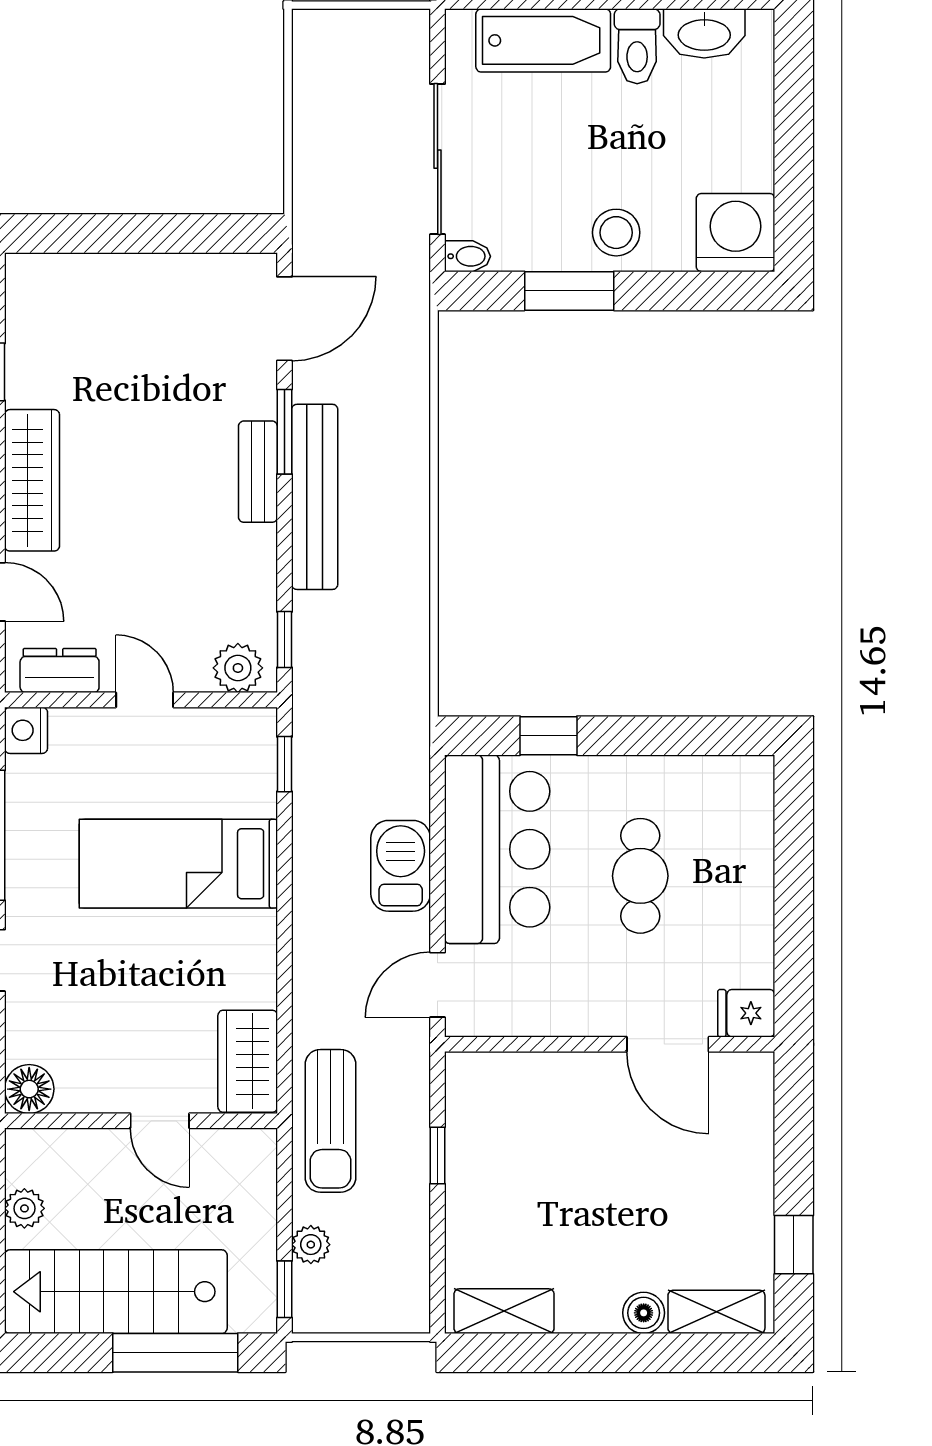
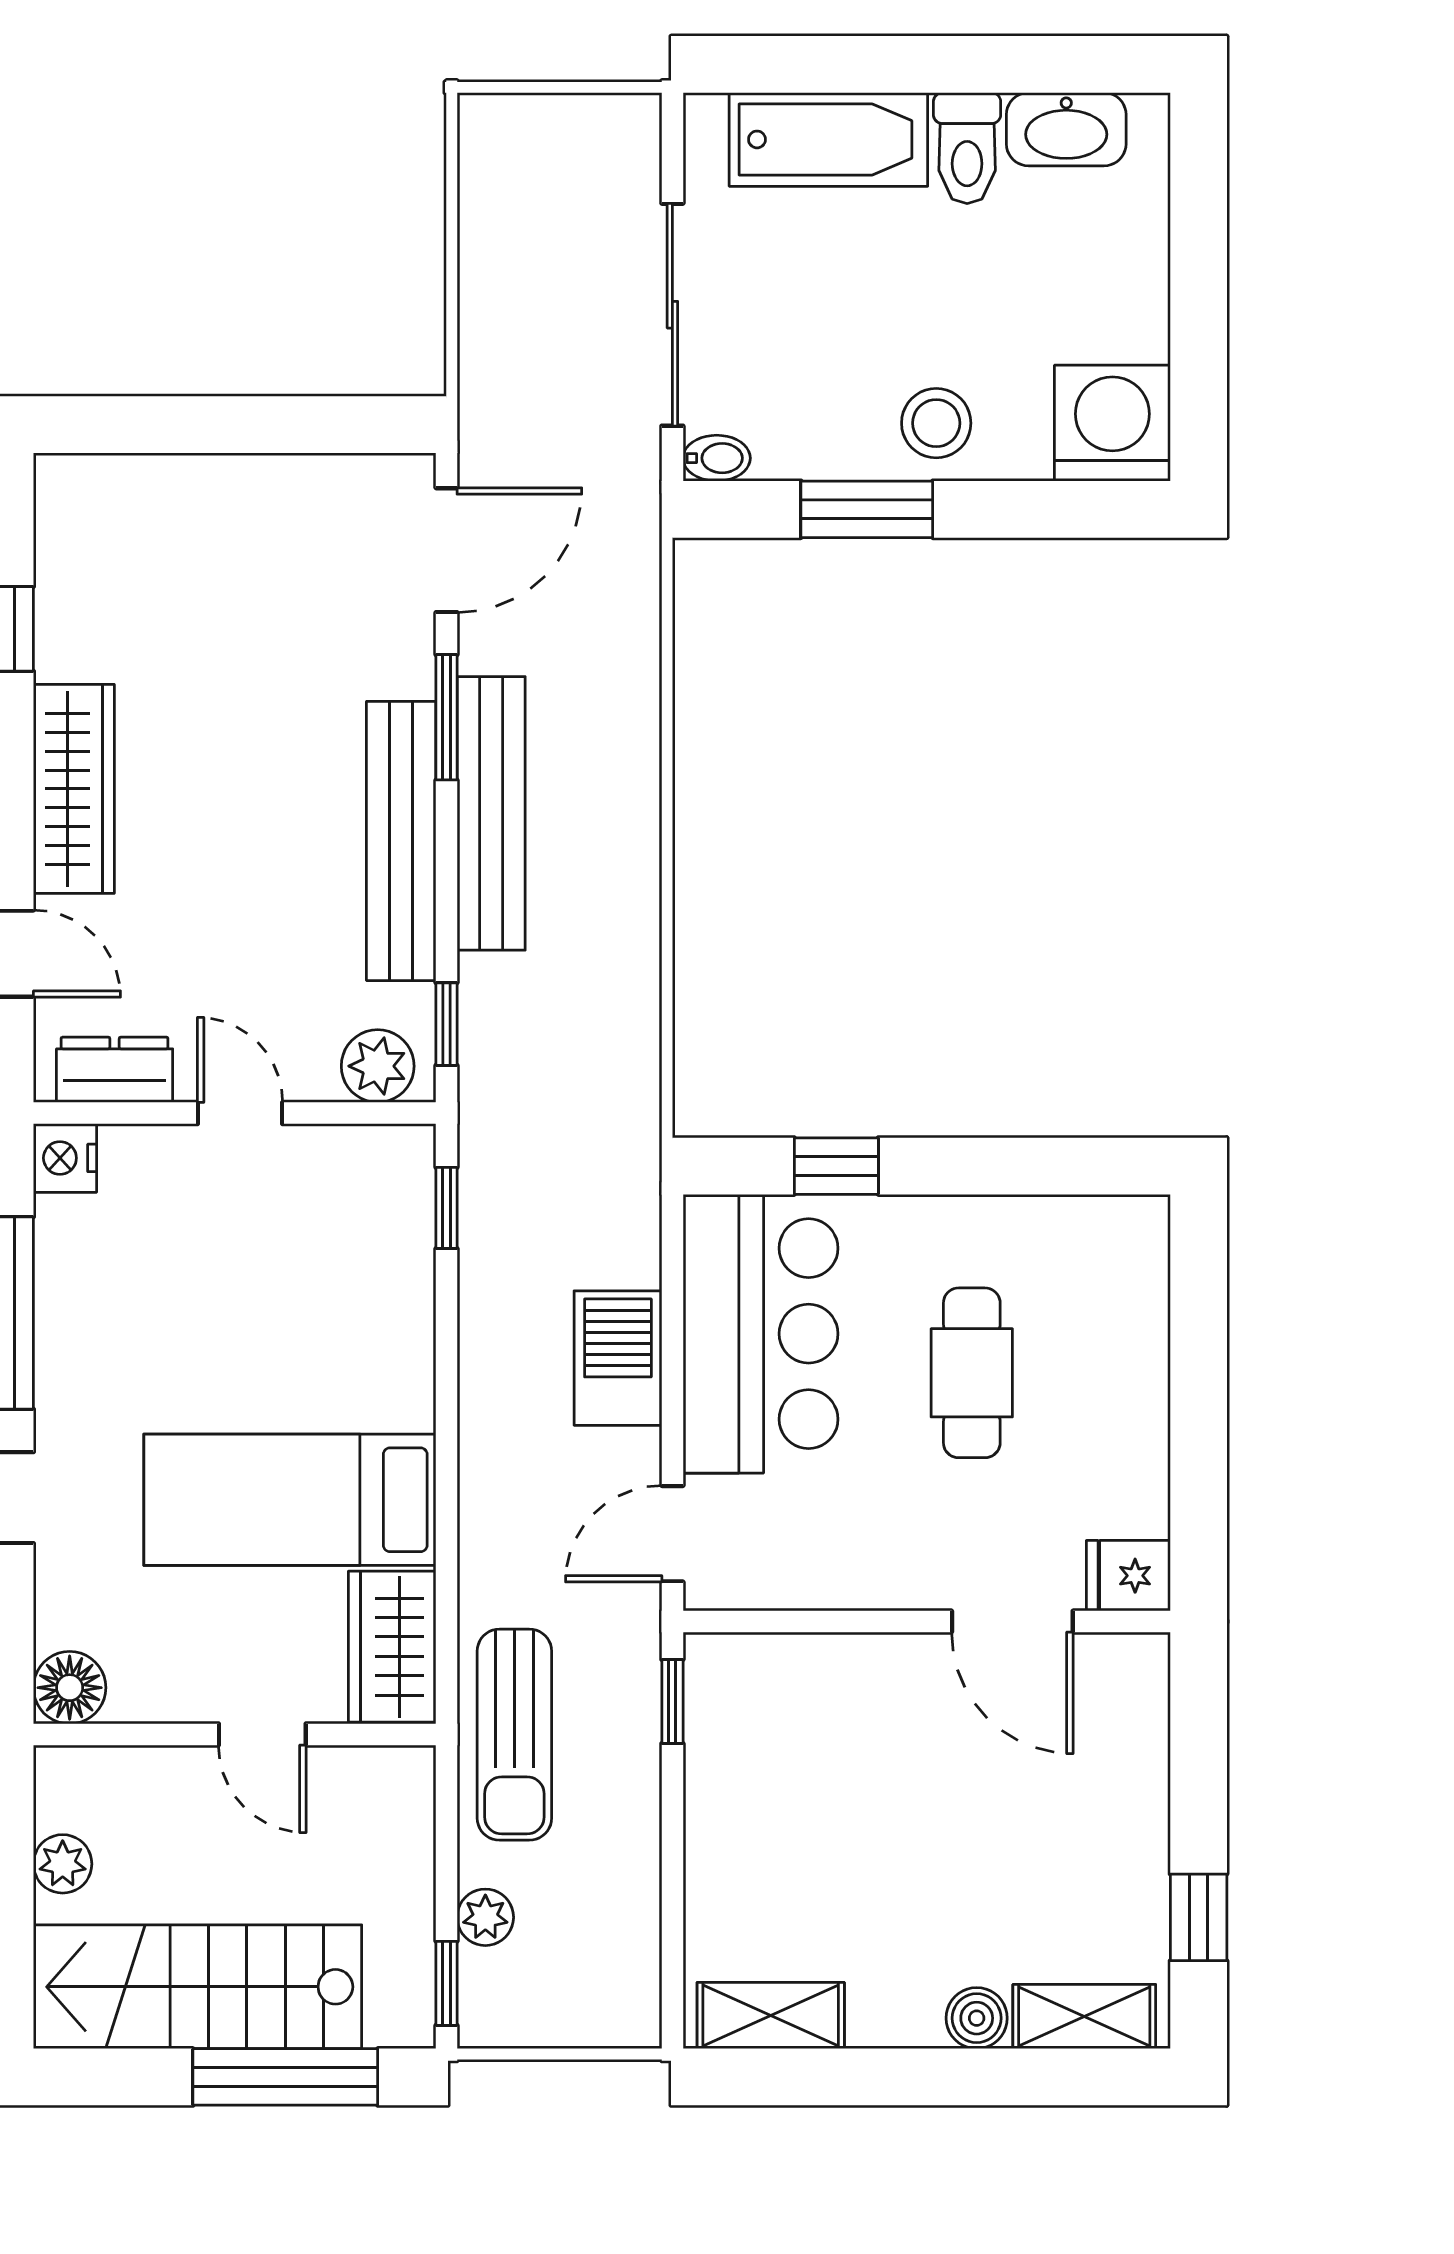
bench: (258, 472) -> (401, 841), width x1.86, depth x1.21
bed: (178, 864) -> (290, 1500), moved
window: (438, 1156) -> (672, 1702), moved

